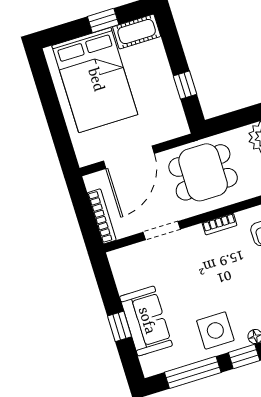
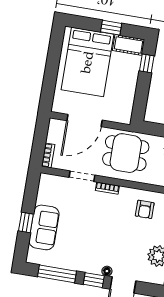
window: (185, 85) -> (147, 63), moved
bookcase: (102, 216) -> (48, 155), width x0.64
bookcase: (219, 224) -> (107, 188), moved
side table: (215, 330) -> (84, 255), removed

